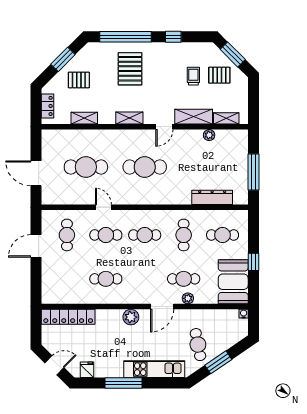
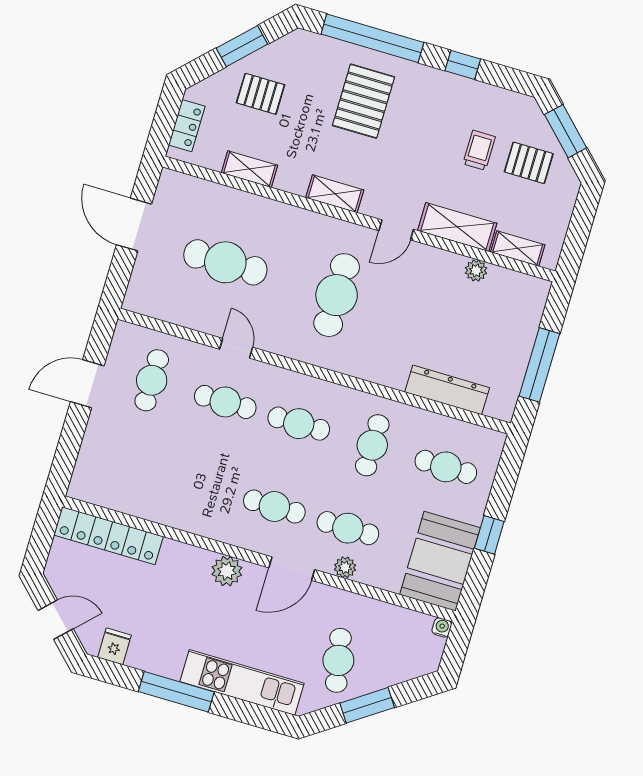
cafe table: (145, 167) -> (337, 295), turned 90
door: (36, 173) -> (134, 224), moved
cafe table: (106, 279) -> (274, 507), moved

